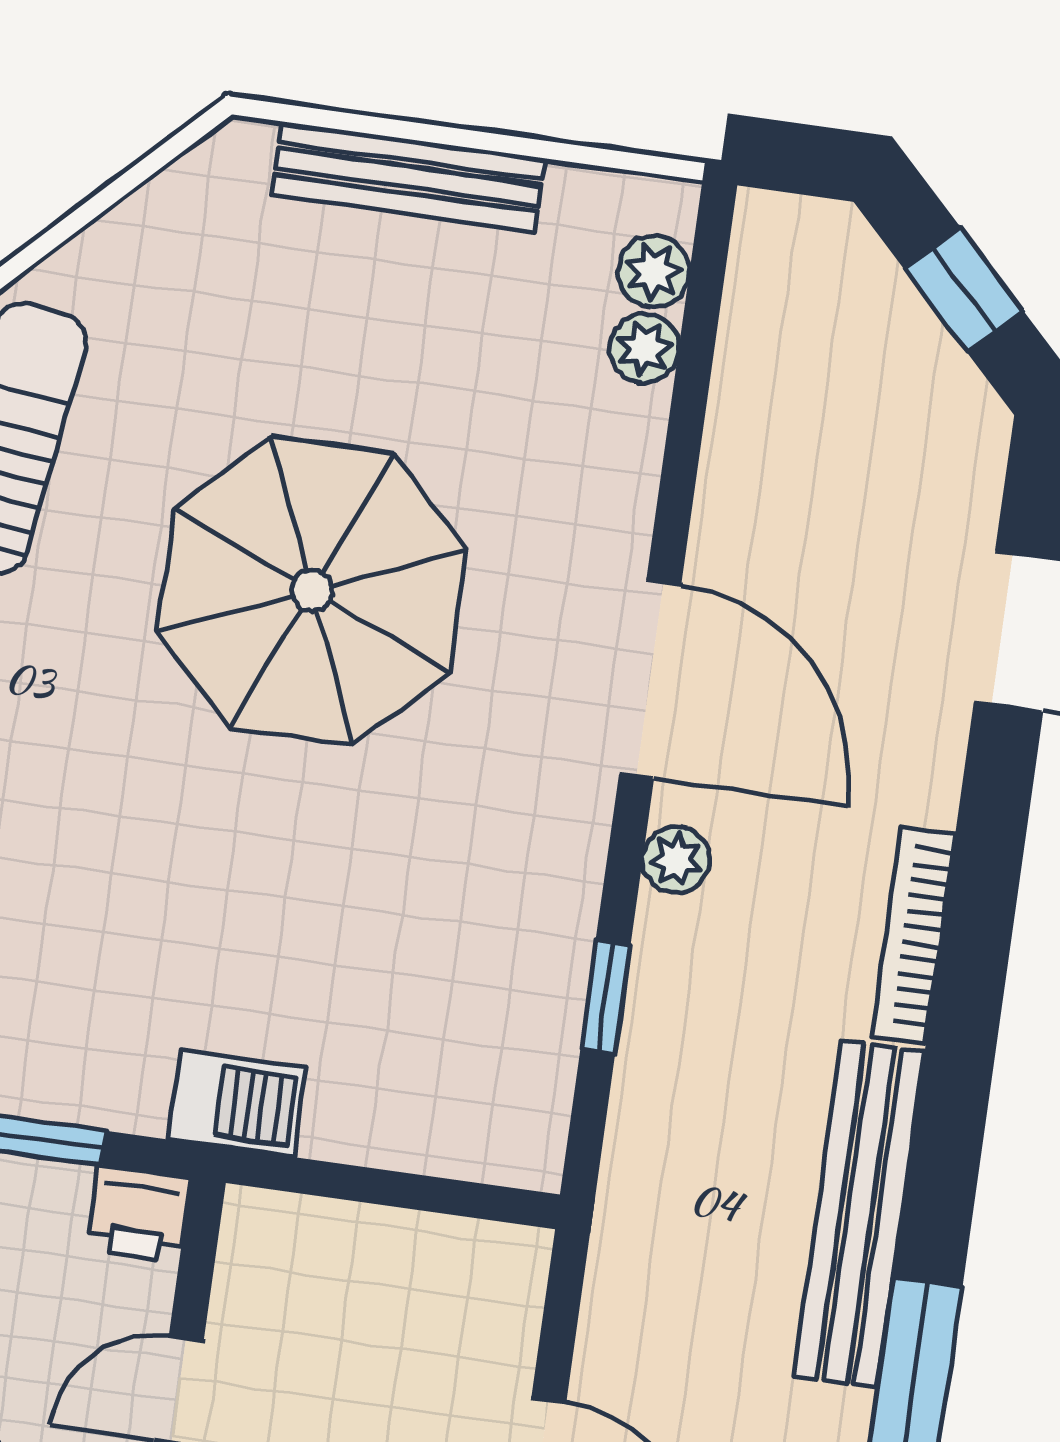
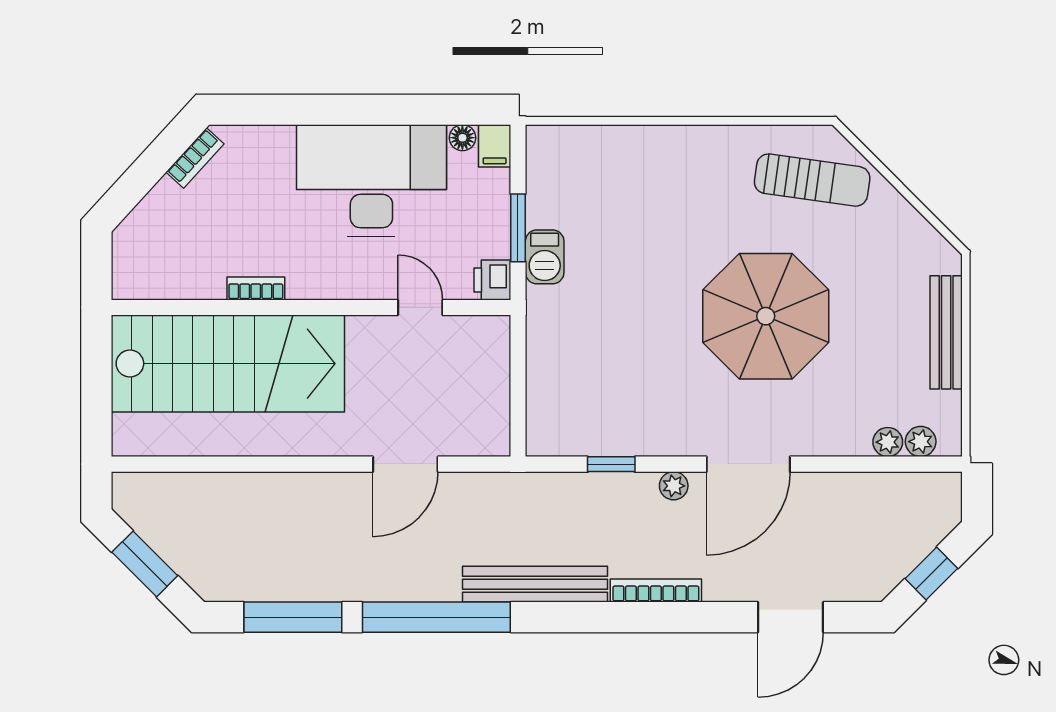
barbecue: (237, 1104) -> (545, 257), moved

